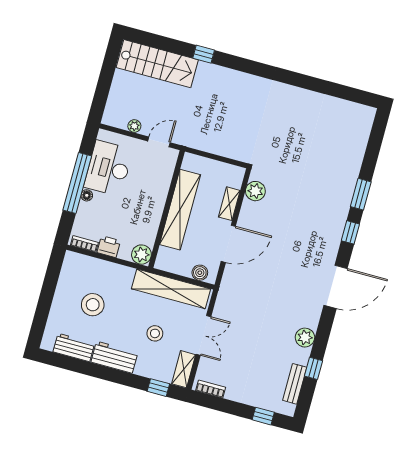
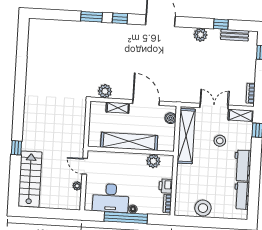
plant: (141, 255) -> (153, 161), moved
stool: (93, 305) -> (203, 208), moved

